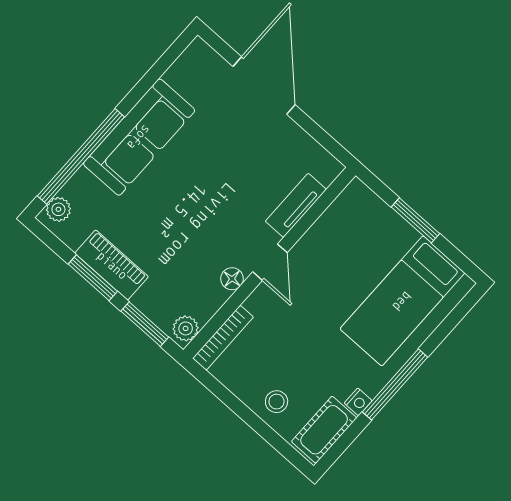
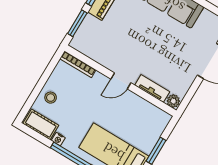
floor lamp: (232, 279) -> (109, 63), removed
plant: (186, 328) -> (173, 101), moved

